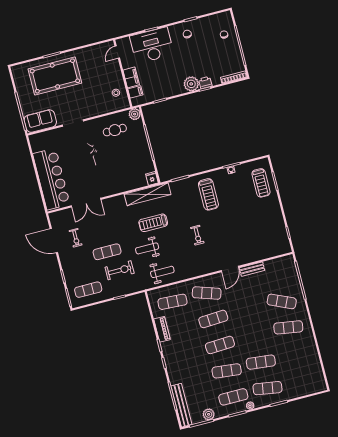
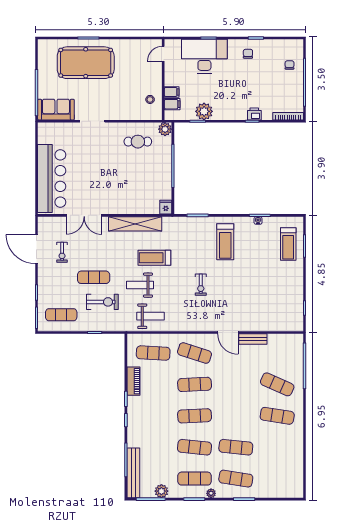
filing cabinet: (131, 77) -> (172, 92), width x0.50
plant: (191, 84) -> (204, 111), moved
shelving: (148, 194) -> (135, 224), moved
door: (230, 269) -> (228, 333), hinge flipped

